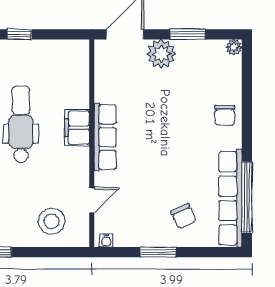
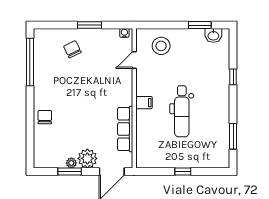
plant: (234, 47) -> (71, 163), moved
filing cabinet: (77, 128) -> (144, 103), width x0.50
row of seats: (105, 137) -> (125, 129), moved
row of seats: (230, 198) -> (41, 61), removed

